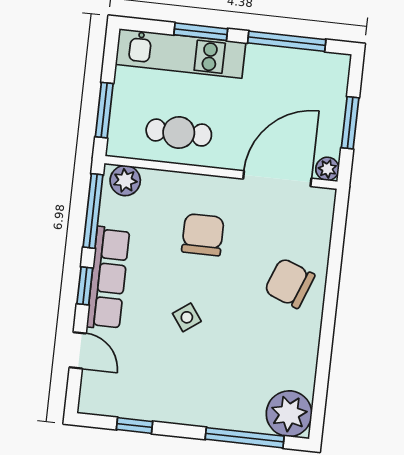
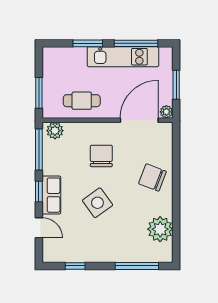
kitchen unit: (181, 53) -> (123, 57), moved
row of seats: (108, 278) -> (51, 195), width x0.68
side table: (187, 317) -> (97, 203), width x1.87, depth x1.87
plant: (289, 414) -> (160, 229), moved

